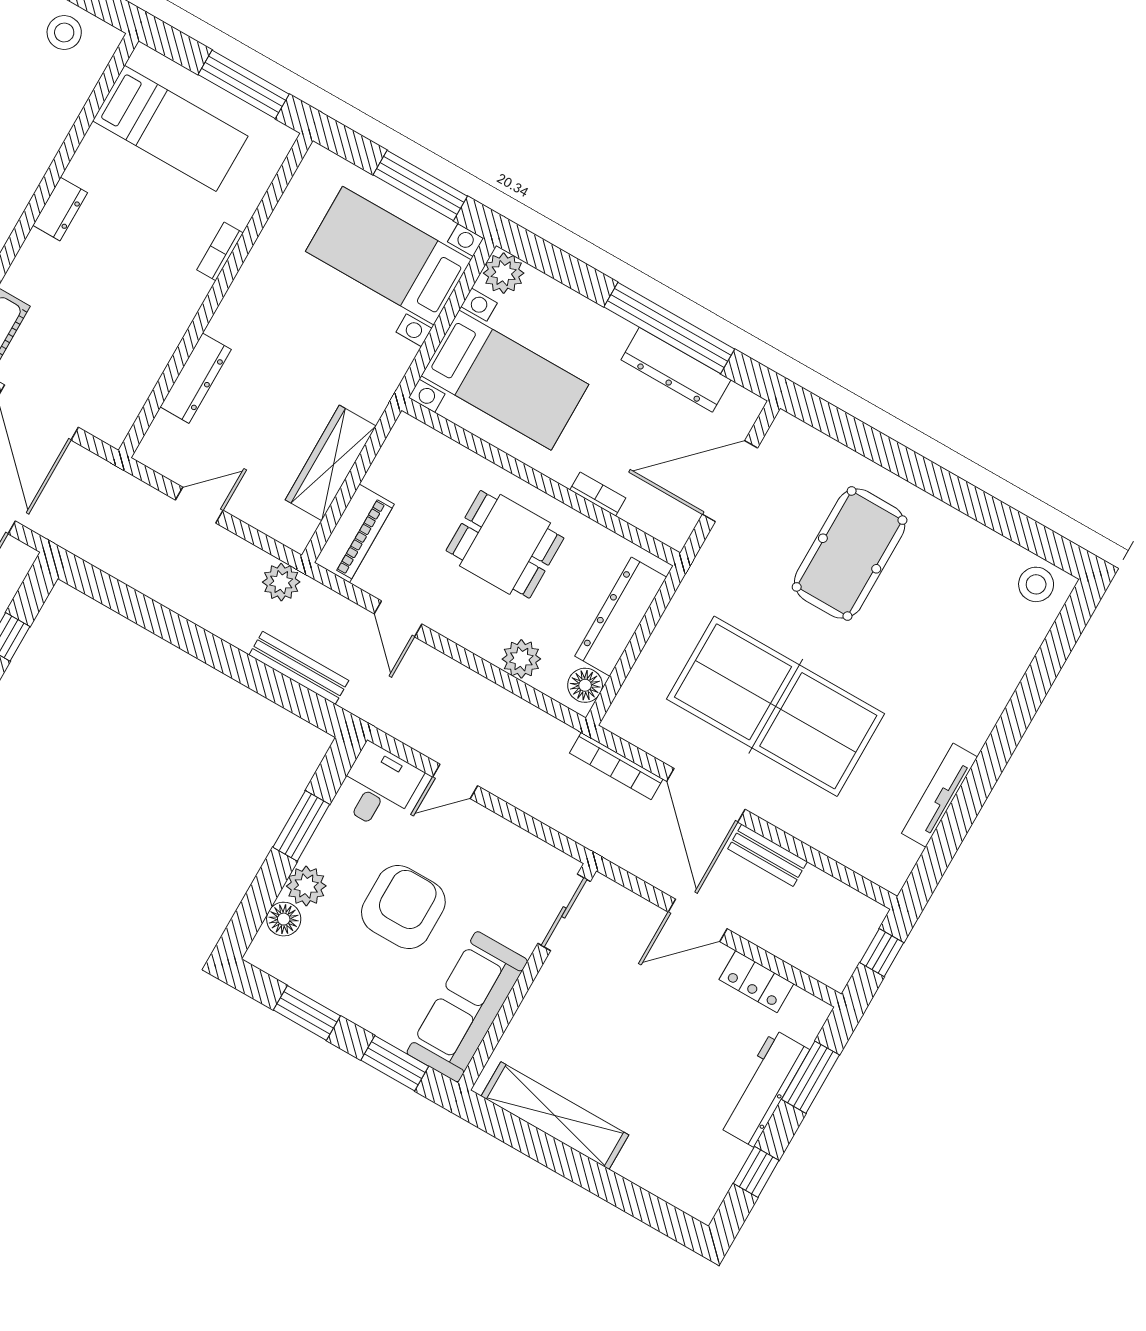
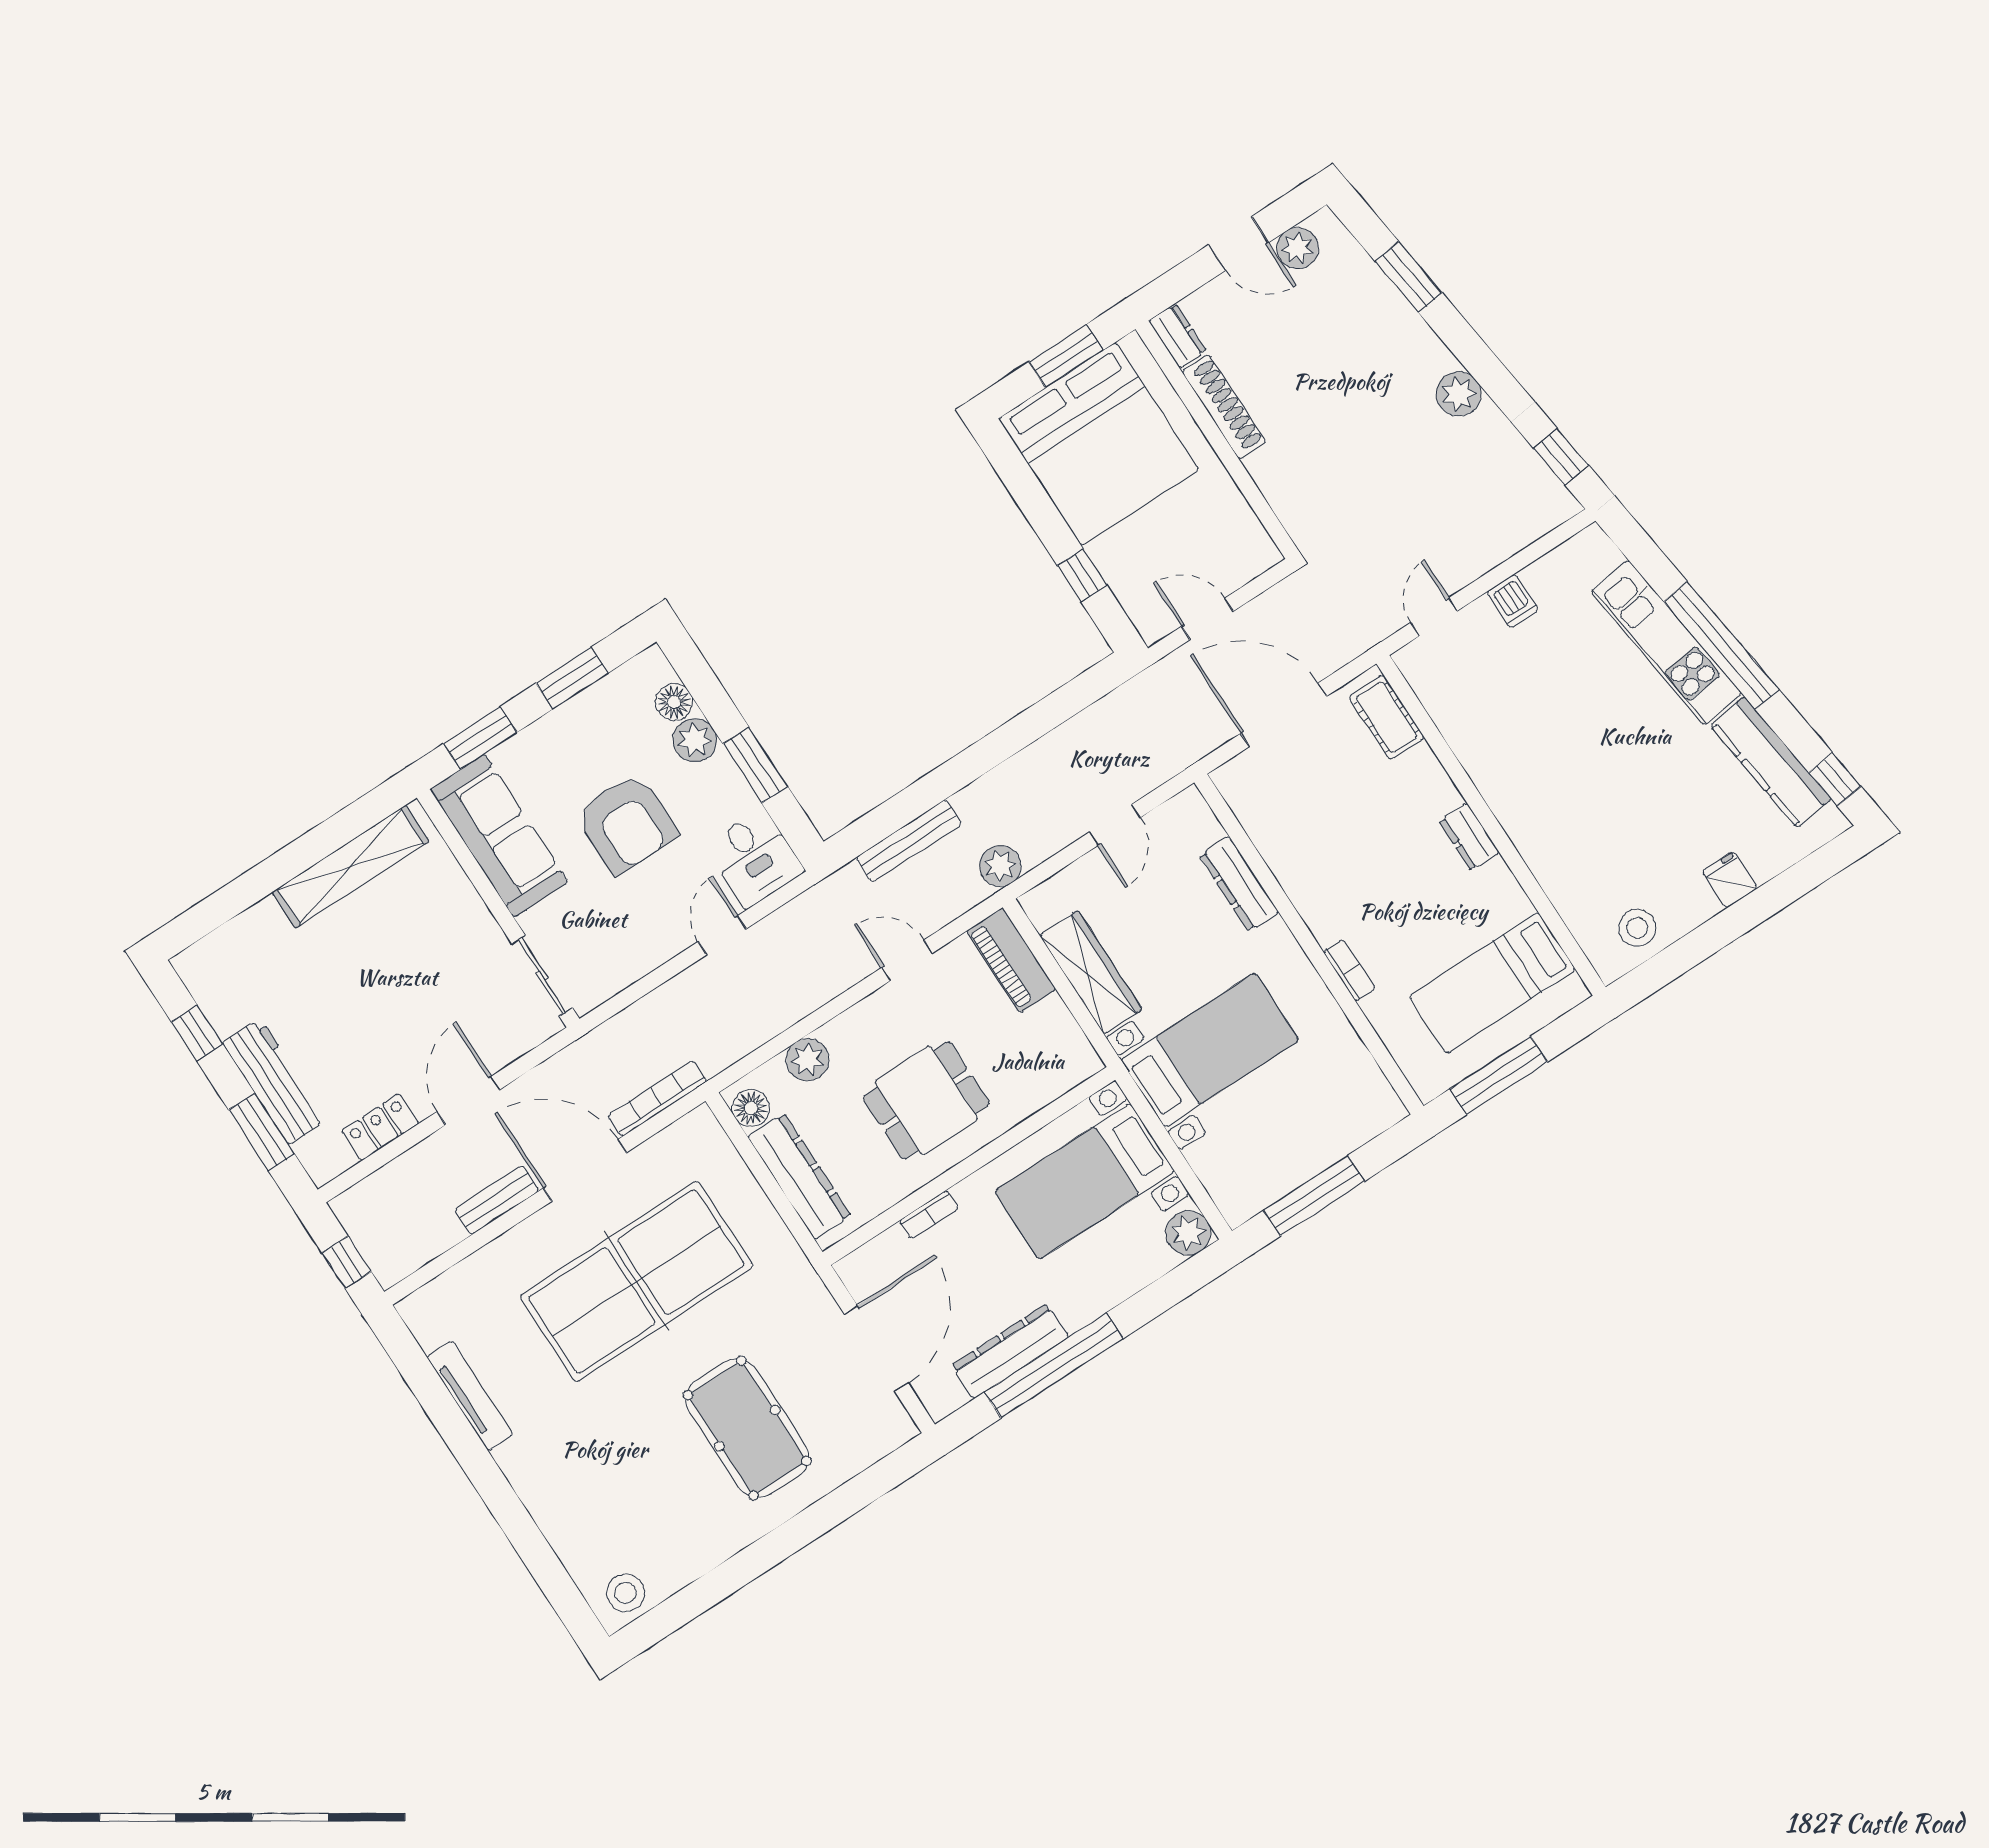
bed with nightstands: (388, 256) -> (1210, 1050), moved

